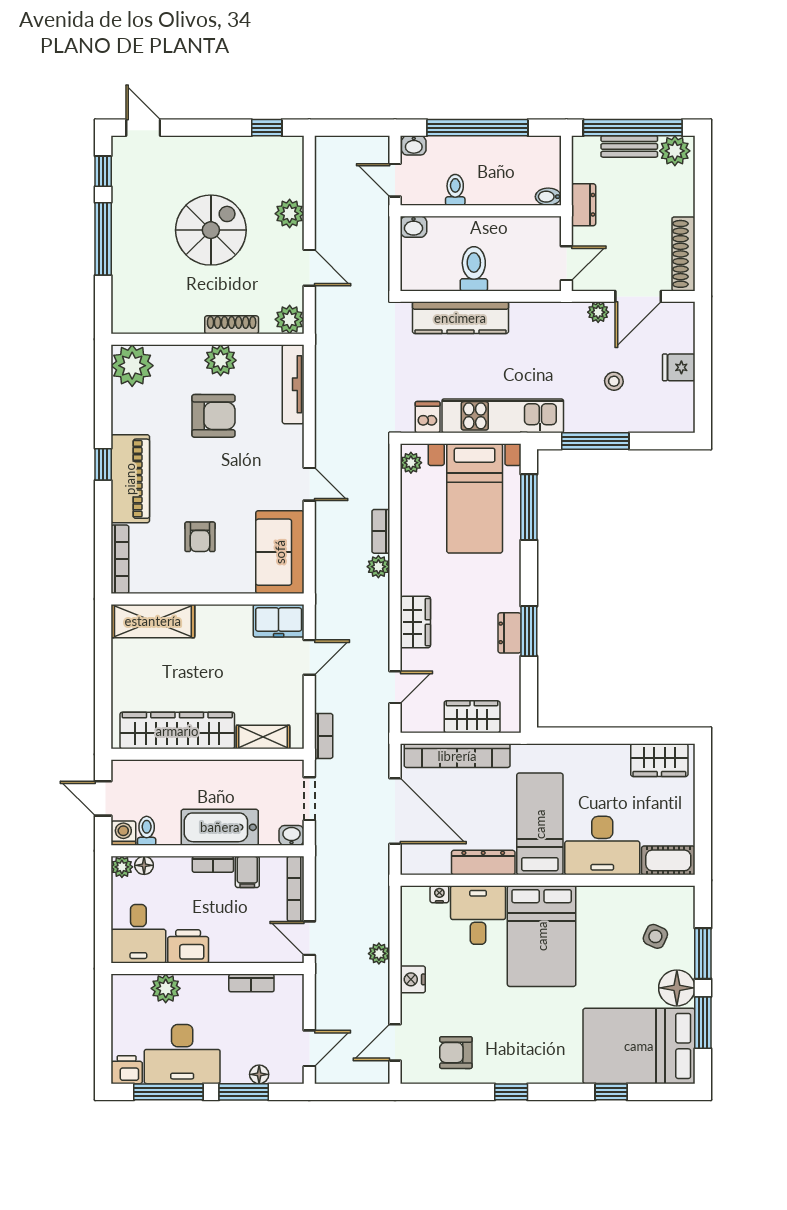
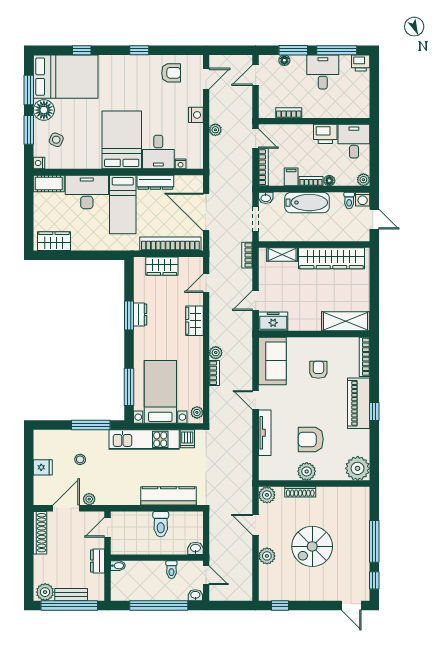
tv unit: (293, 384) -> (265, 433), moved
floor lamp: (144, 865) -> (329, 181), moved
nightstand: (685, 896) -> (39, 163), added
plant: (166, 988) -> (338, 110), removed
desk: (182, 1054) -> (323, 72), width x0.73

